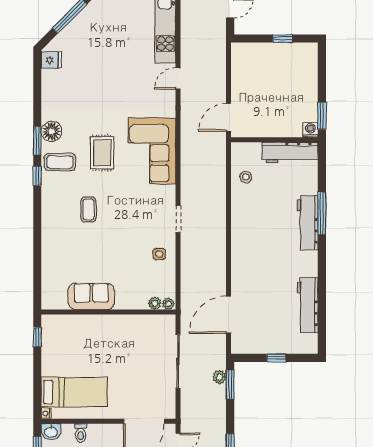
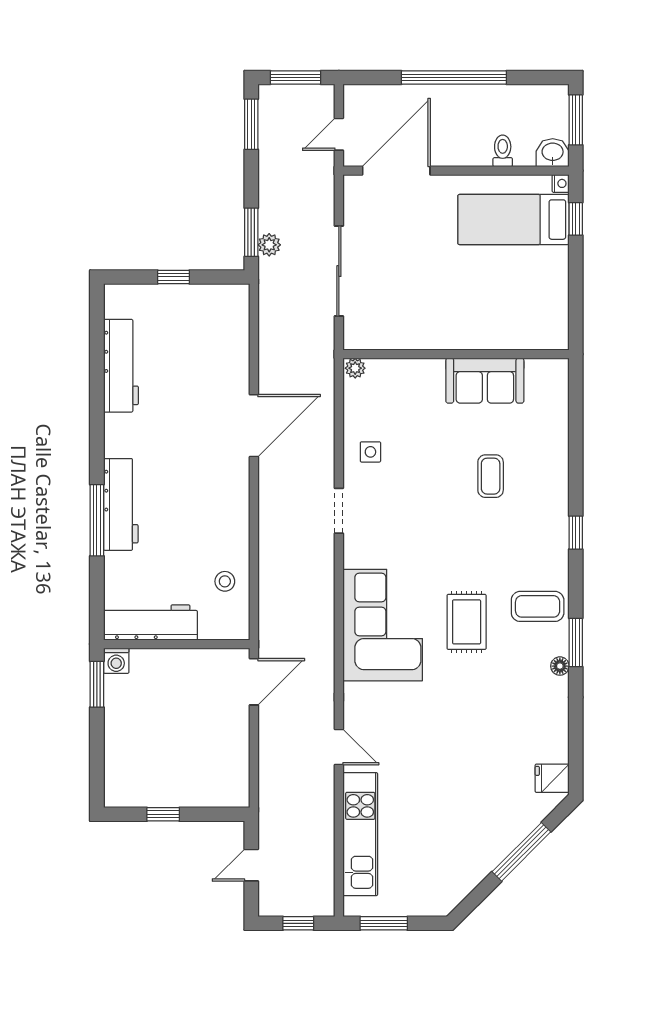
door: (178, 78) -> (339, 747), hinge flipped
floor lamp: (51, 131) -> (560, 666), width x0.53, depth x0.53
window: (37, 176) -> (576, 533), moved
coffee table: (88, 210) -> (491, 476), moved
plant: (155, 303) -> (378, 369), removed
door: (229, 315) -> (254, 426), moved
window: (37, 337) -> (576, 219), moved

